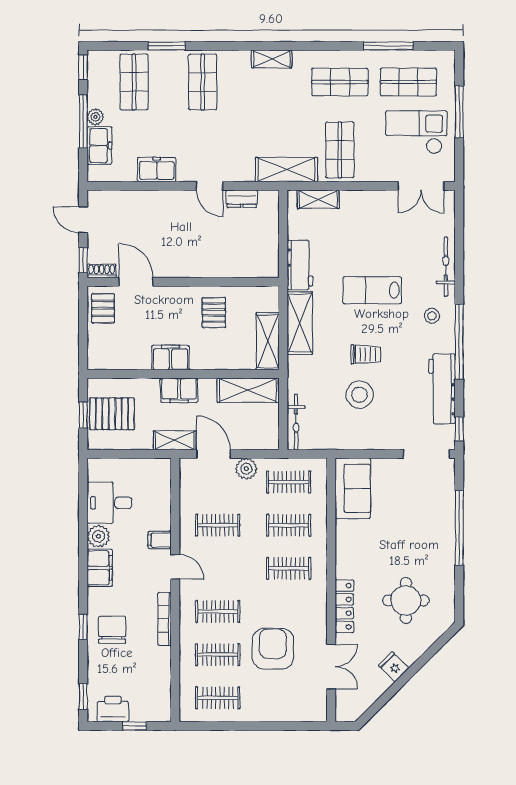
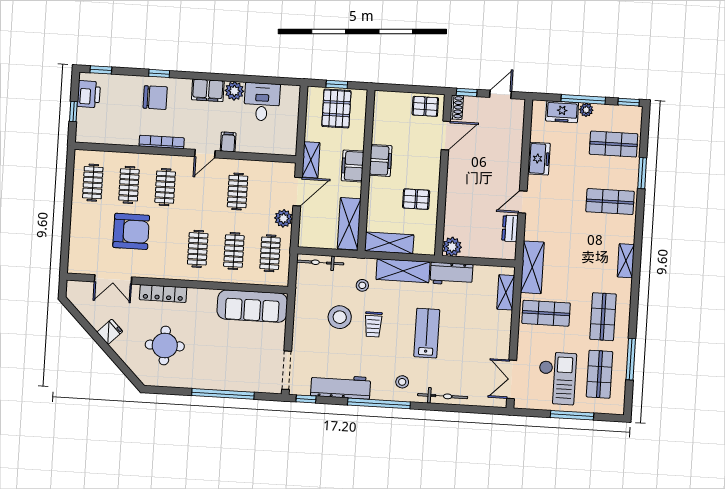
plant: (268, 266) -> (452, 247), added
stool: (320, 370) -> (362, 285), added
sofa: (353, 488) -> (252, 306), width x1.36

